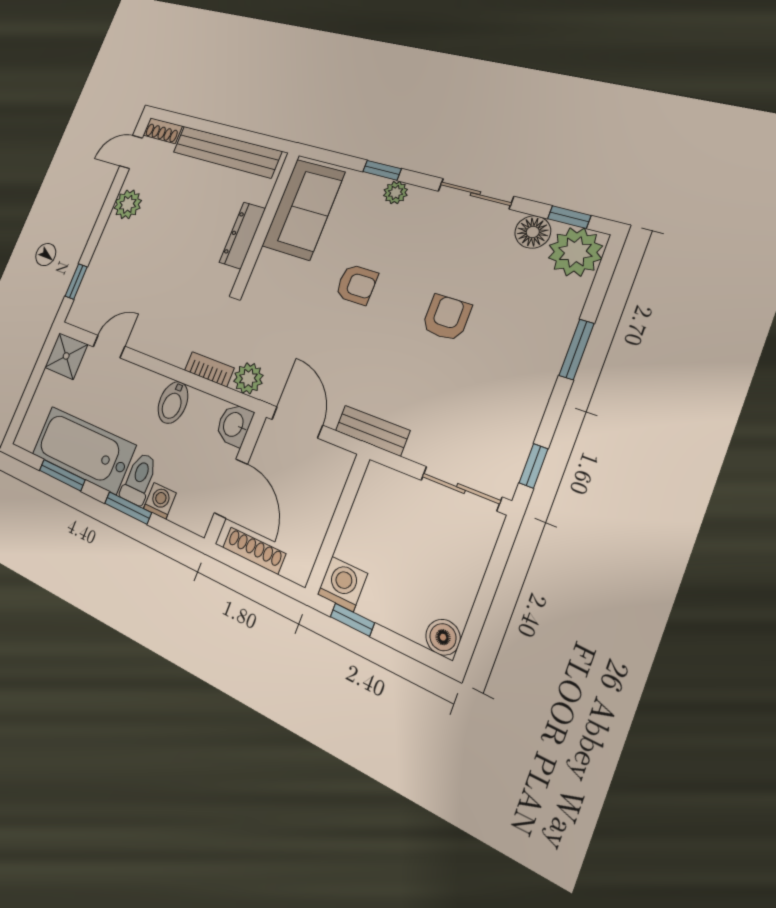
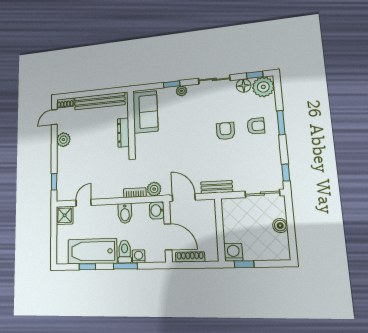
armchair: (356, 285) -> (256, 126), moved
window: (62, 475) -> (87, 267), width x0.67
boiler: (443, 637) -> (280, 226), moved

